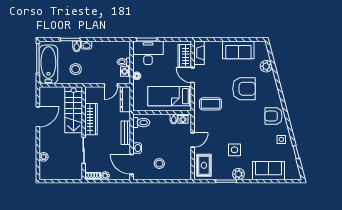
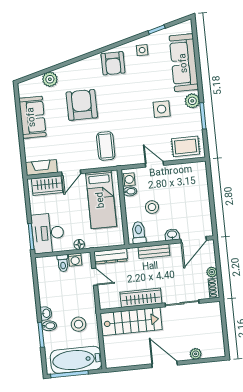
door: (38, 117) -> (165, 364), moved
stool: (159, 164) -> (152, 207), moved
sofa: (269, 171) -> (184, 63), width x1.36

